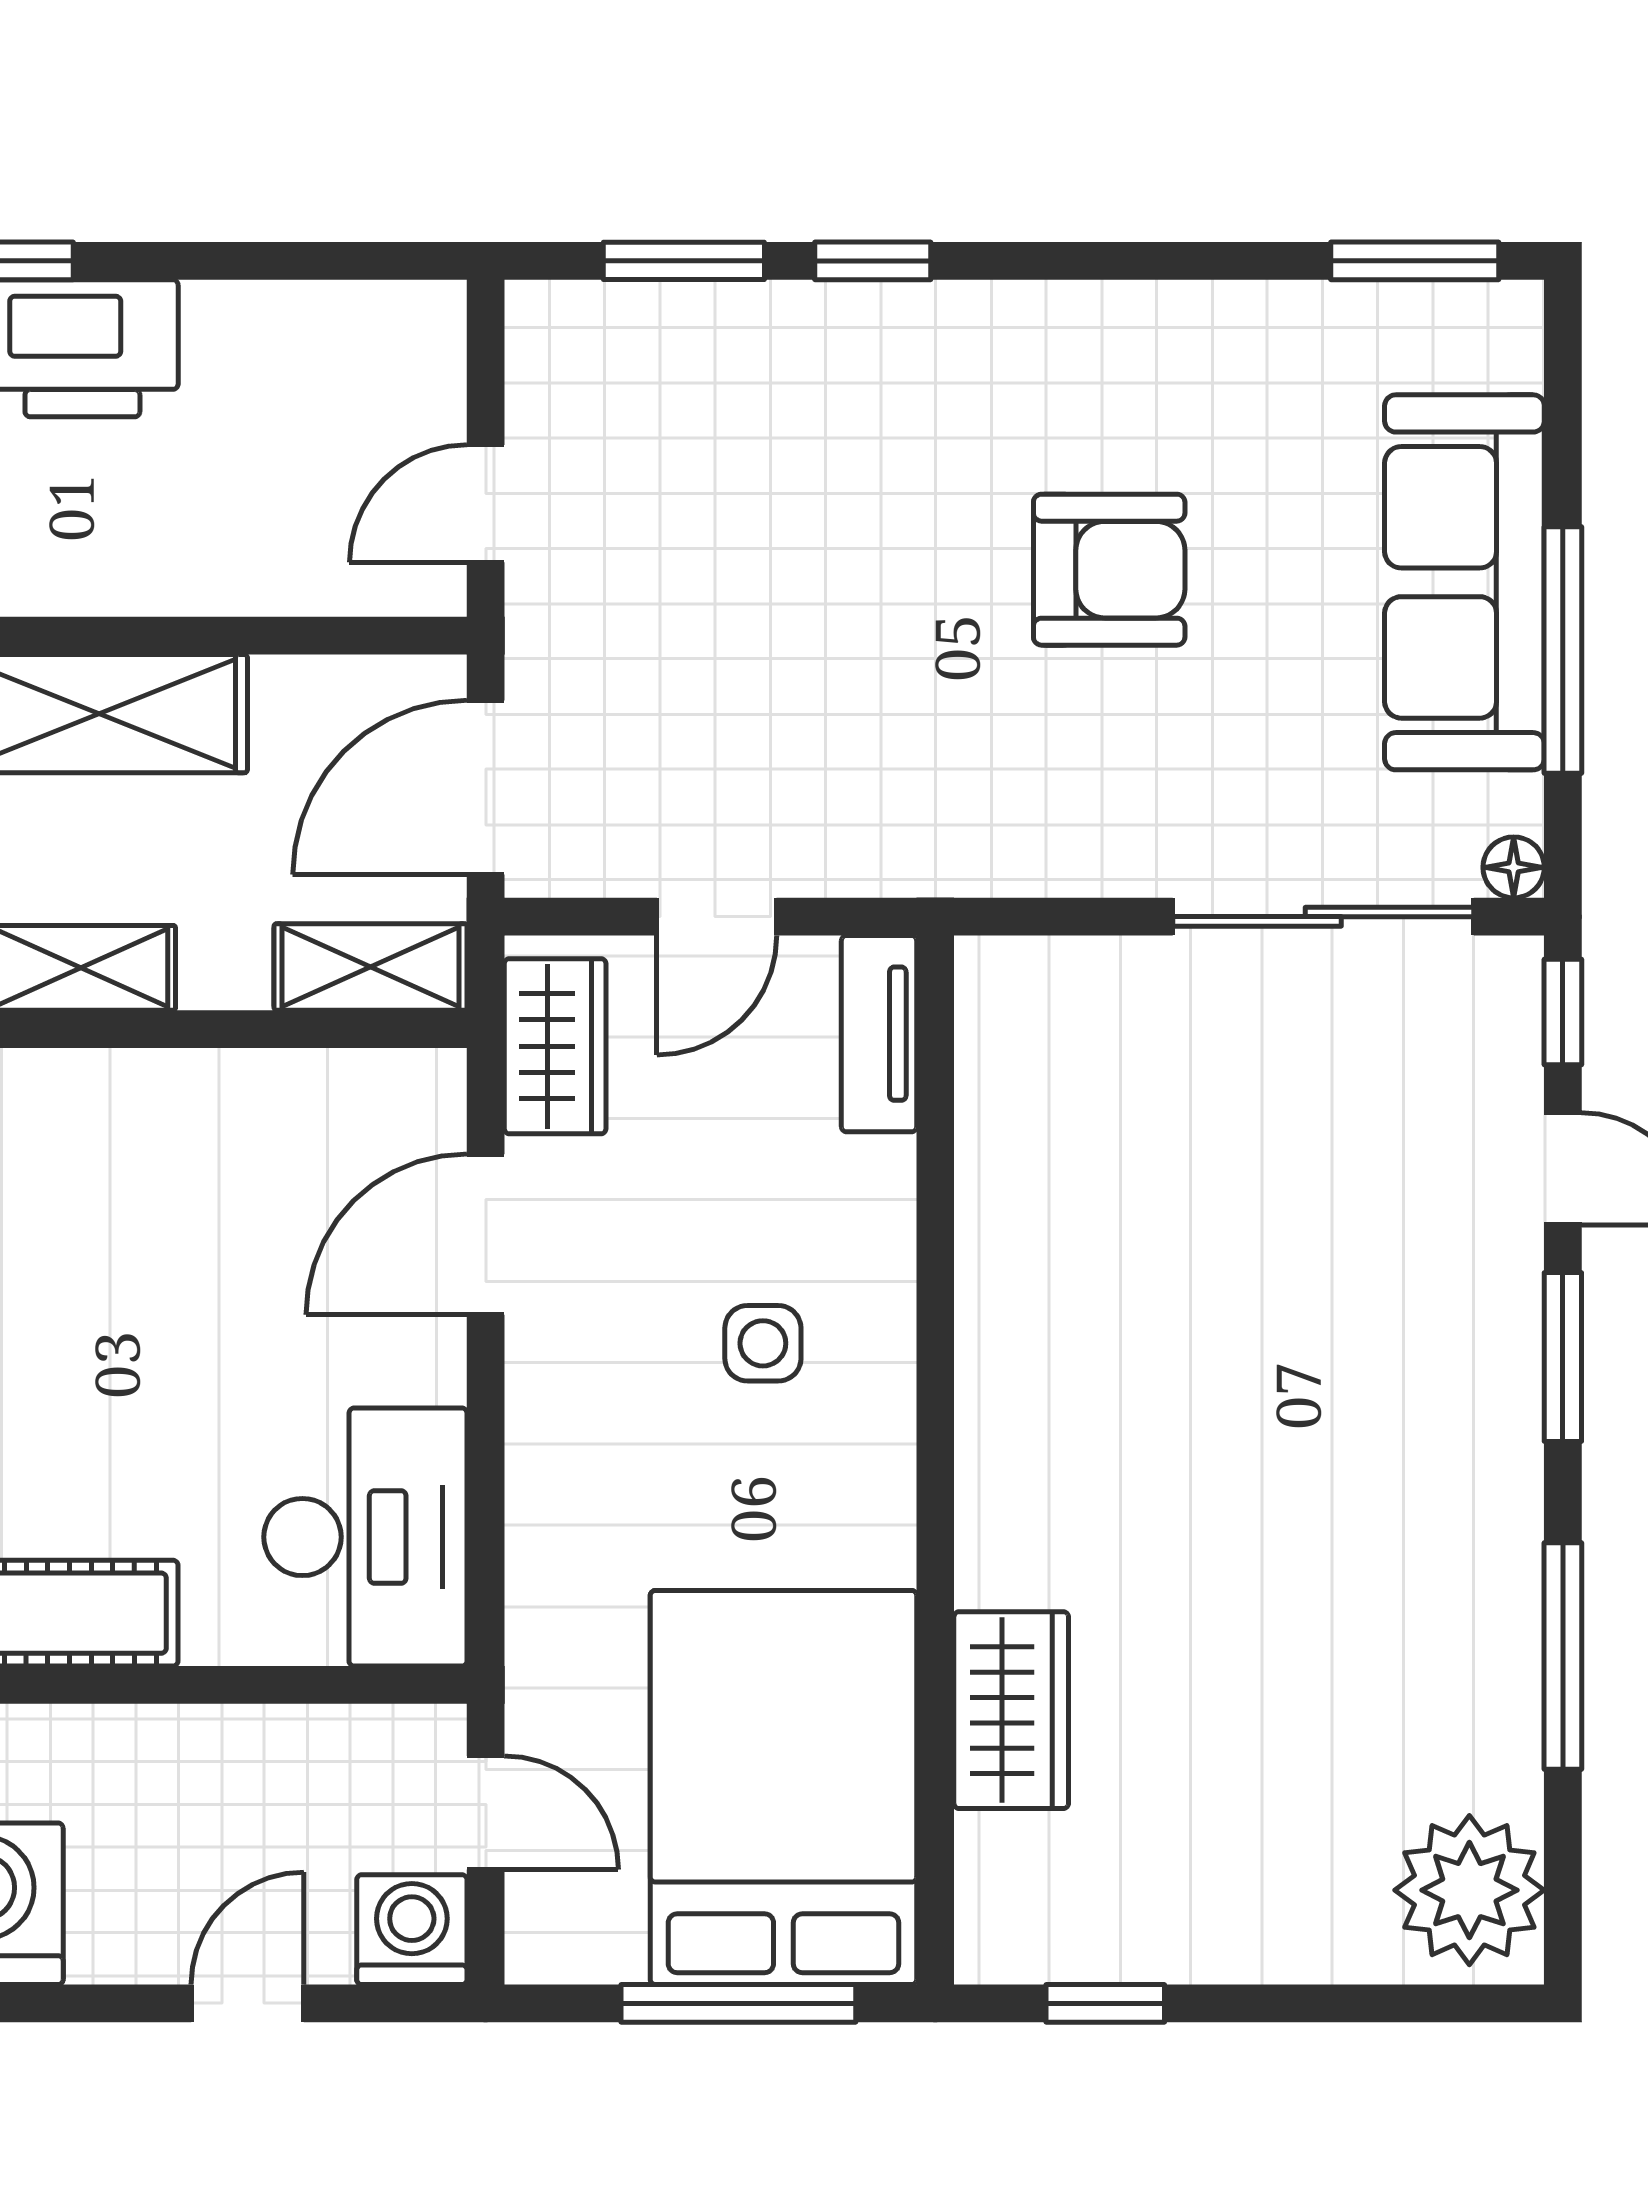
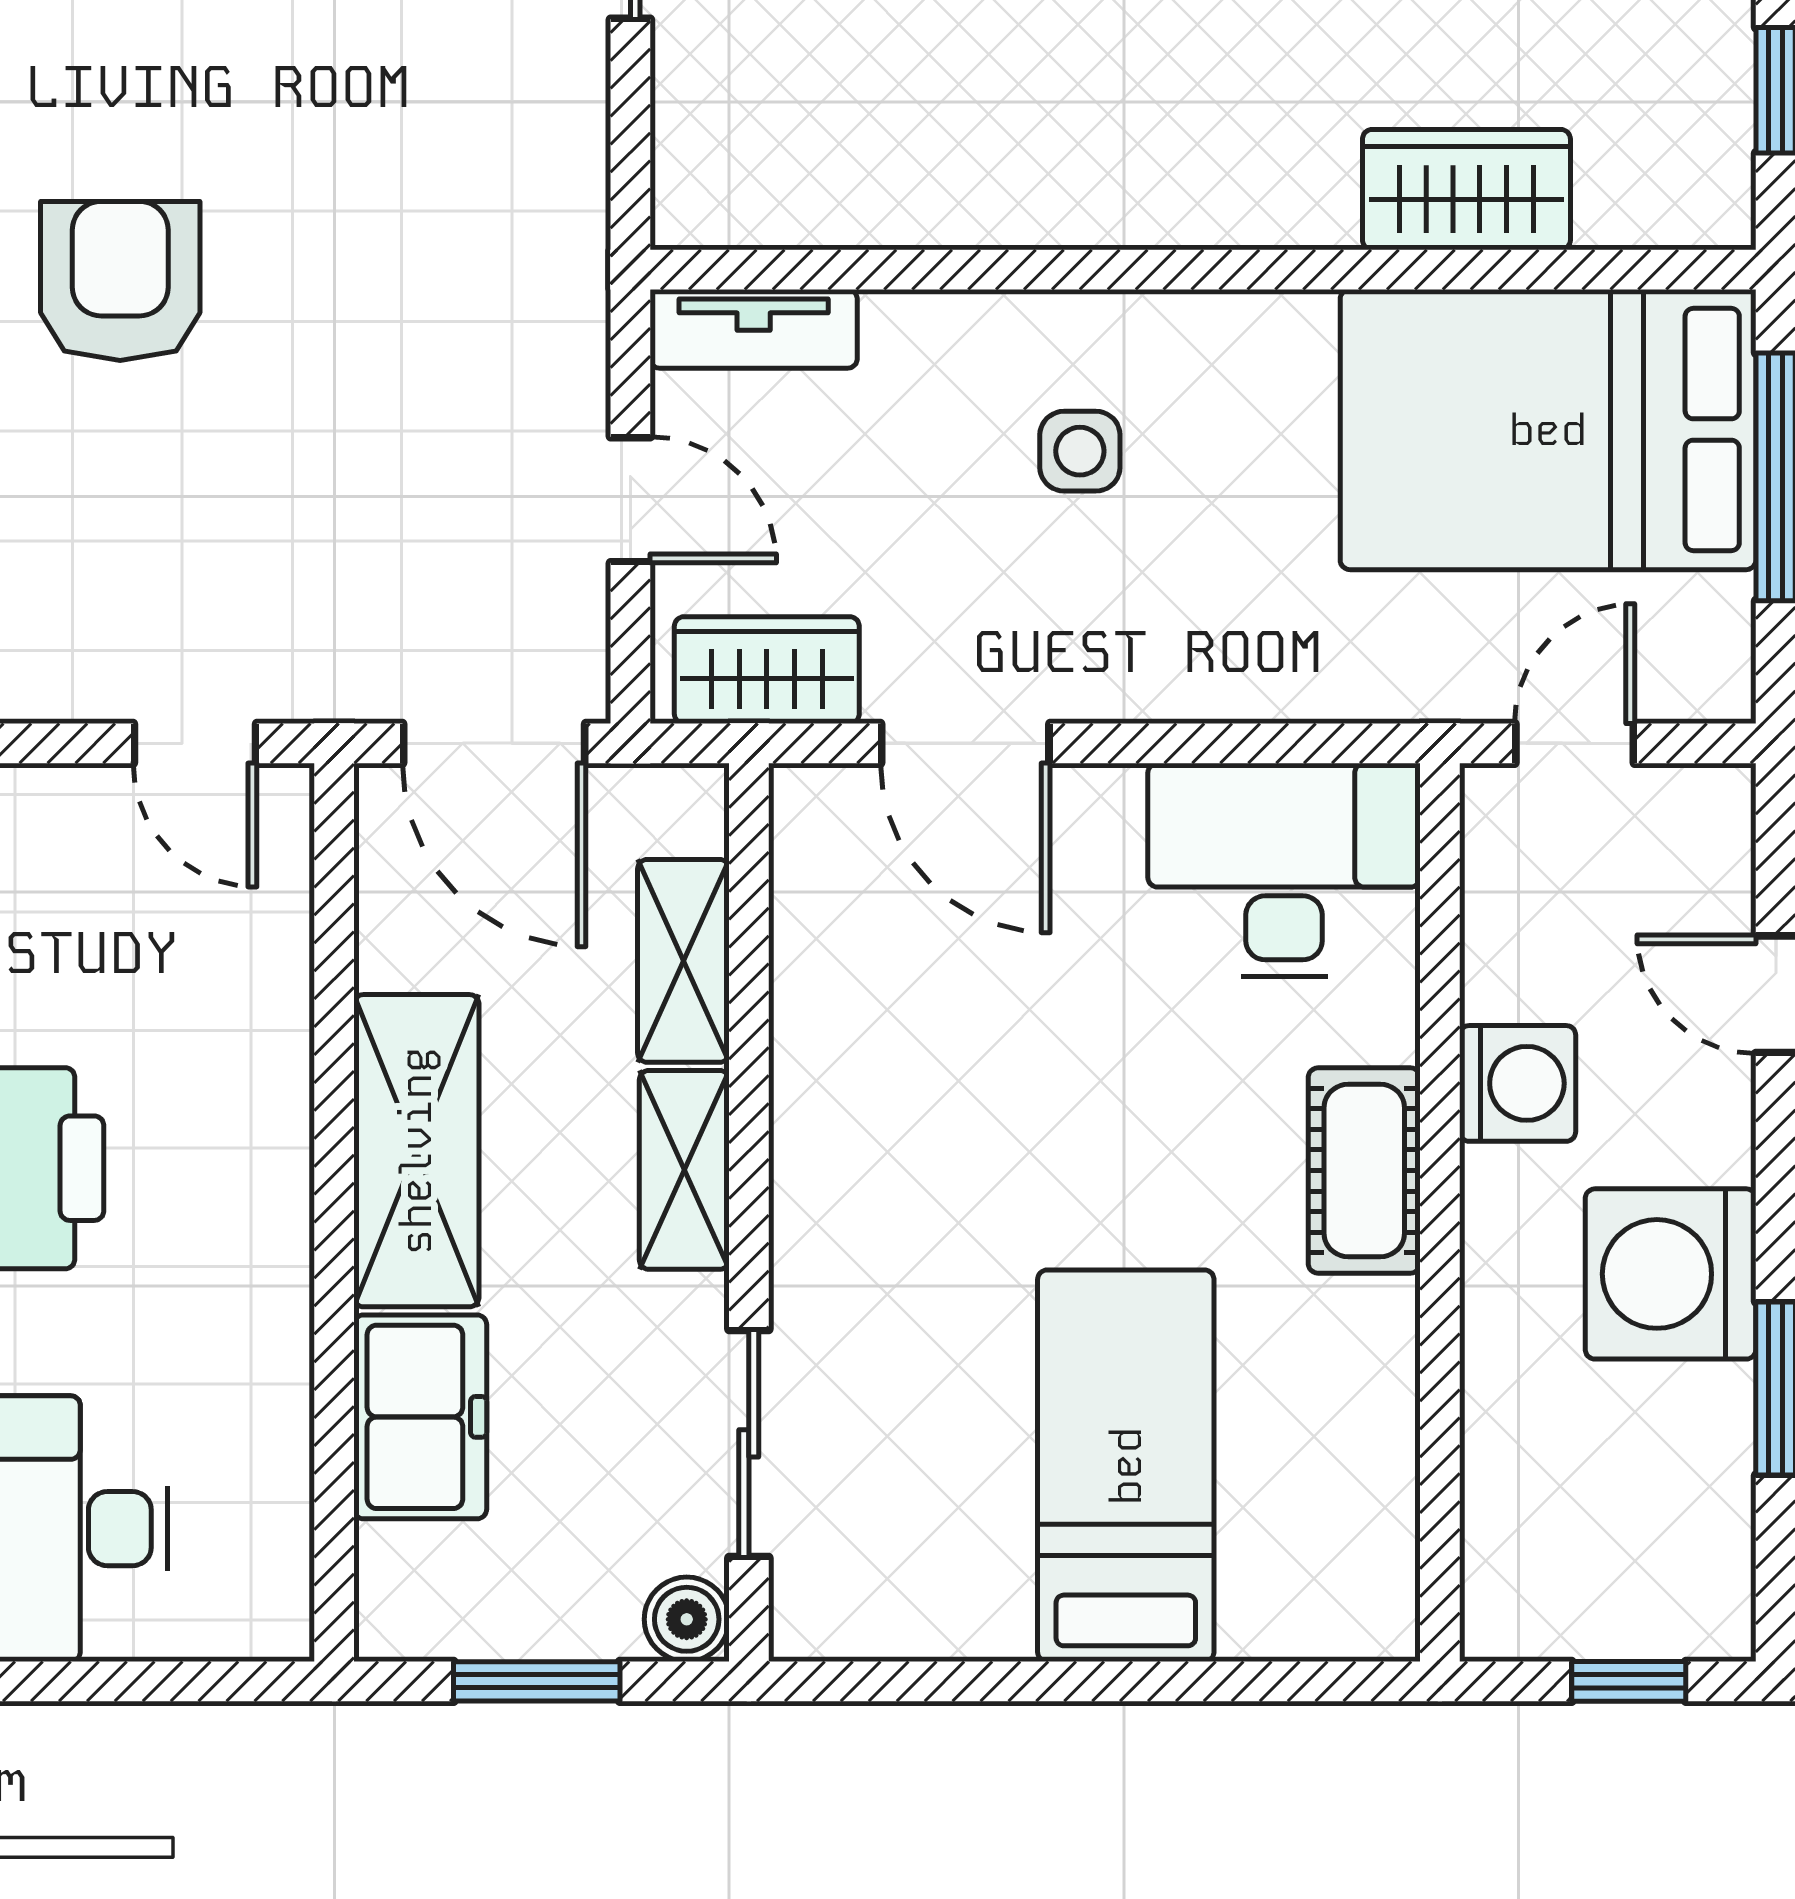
armchair: (1109, 570) -> (120, 281), moved
shelving: (370, 967) -> (683, 961), moved
washing machine: (412, 1930) -> (1518, 1083), moved, turned 180

